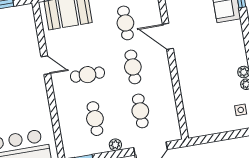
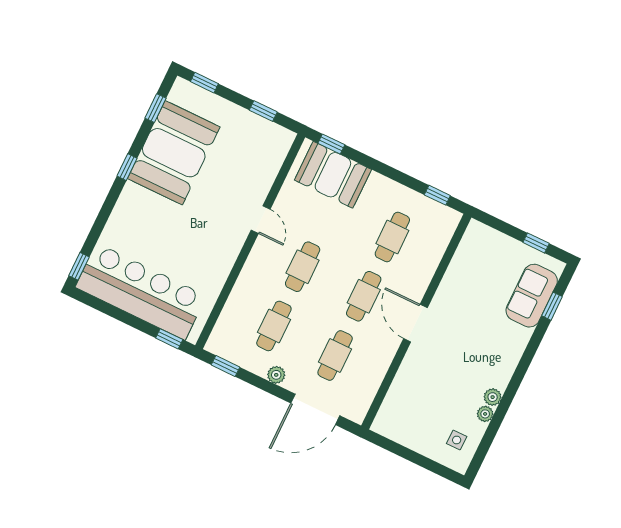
door: (168, 36) -> (415, 323), moved
cafe table: (87, 75) -> (303, 267), turned 90

